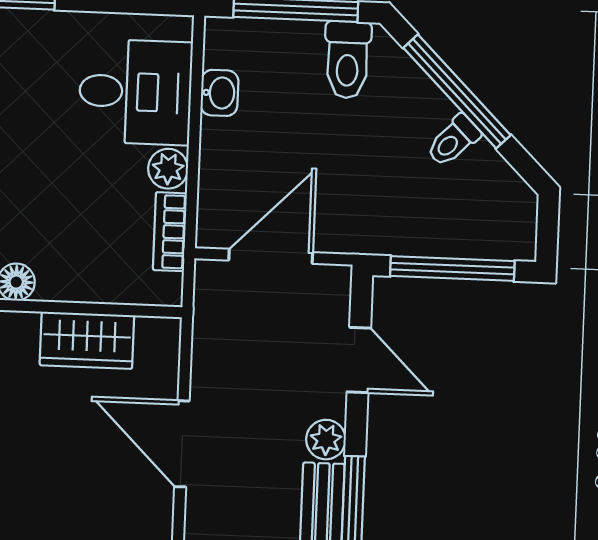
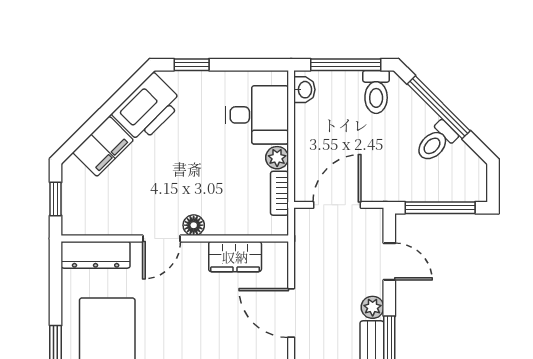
washbasin: (219, 93) -> (304, 90), moved
toilet: (453, 141) -> (436, 142), width x1.37, depth x1.39

